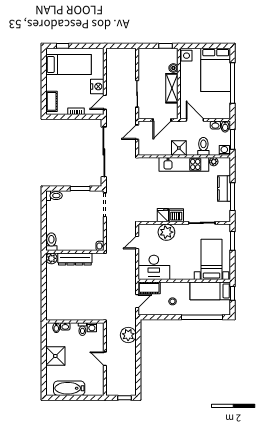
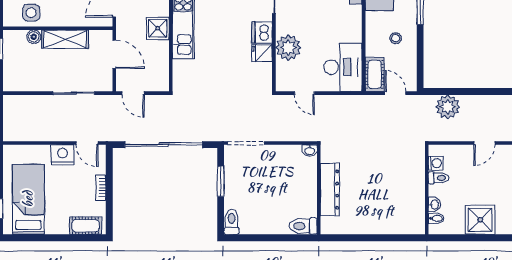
side table: (186, 56) -> (31, 13), moved
plant: (51, 258) -> (329, 226), removed

